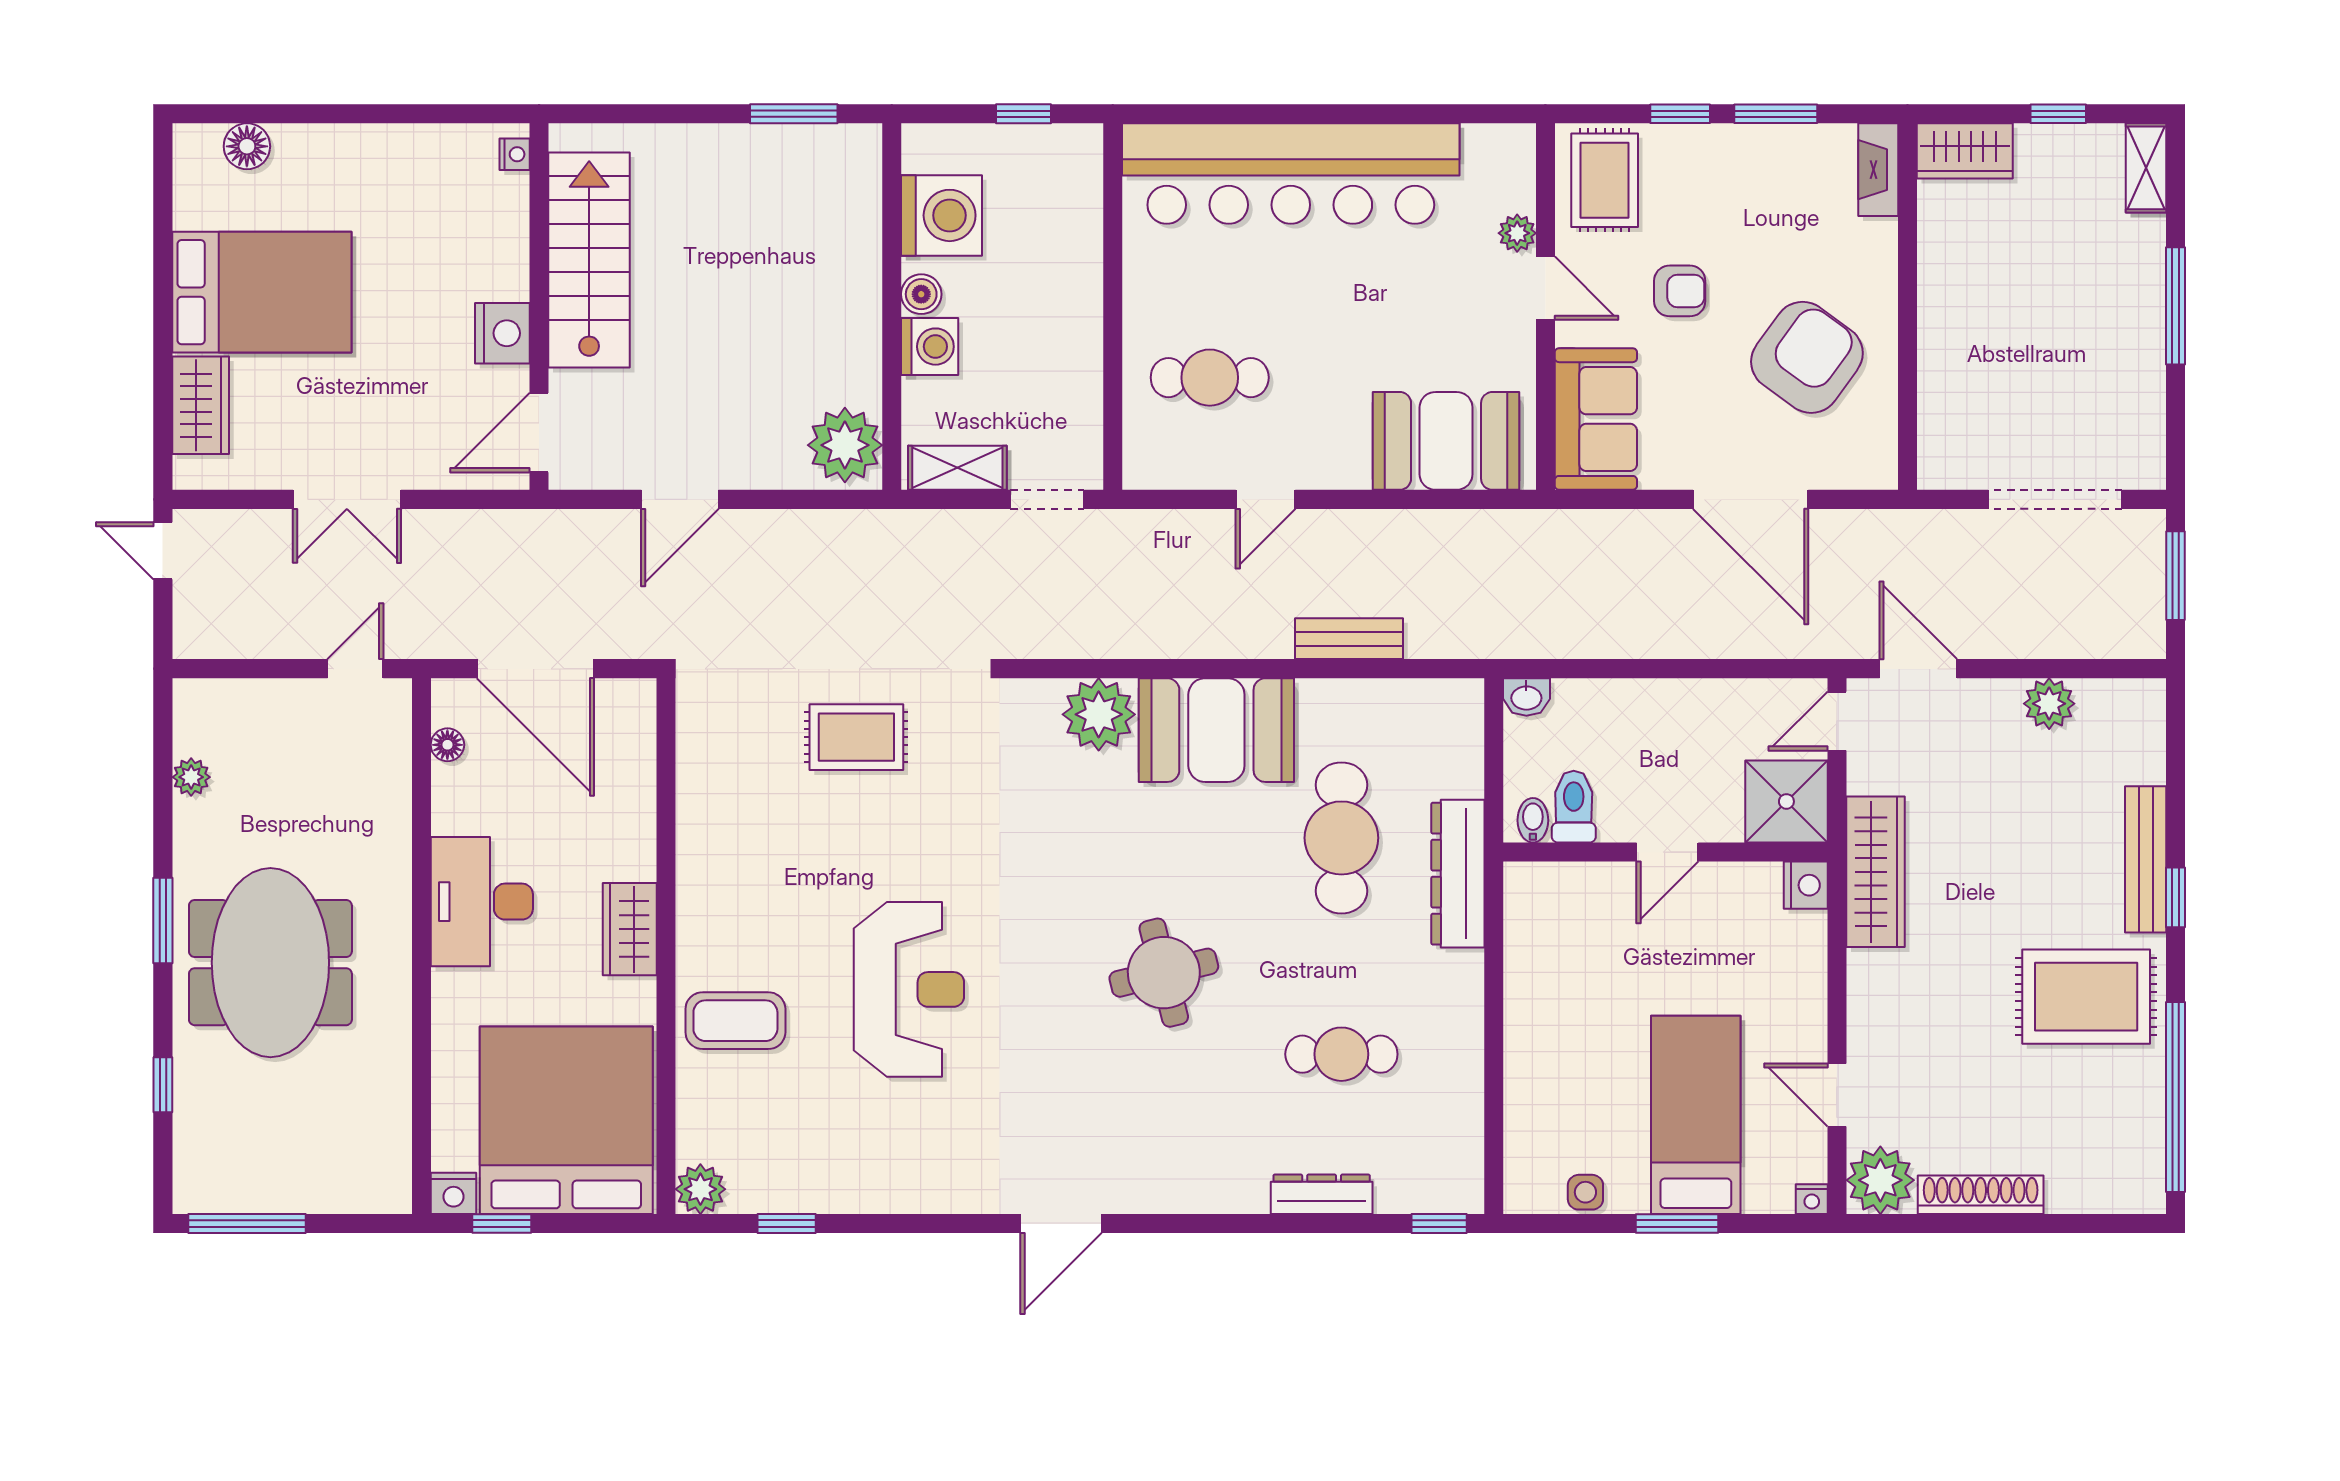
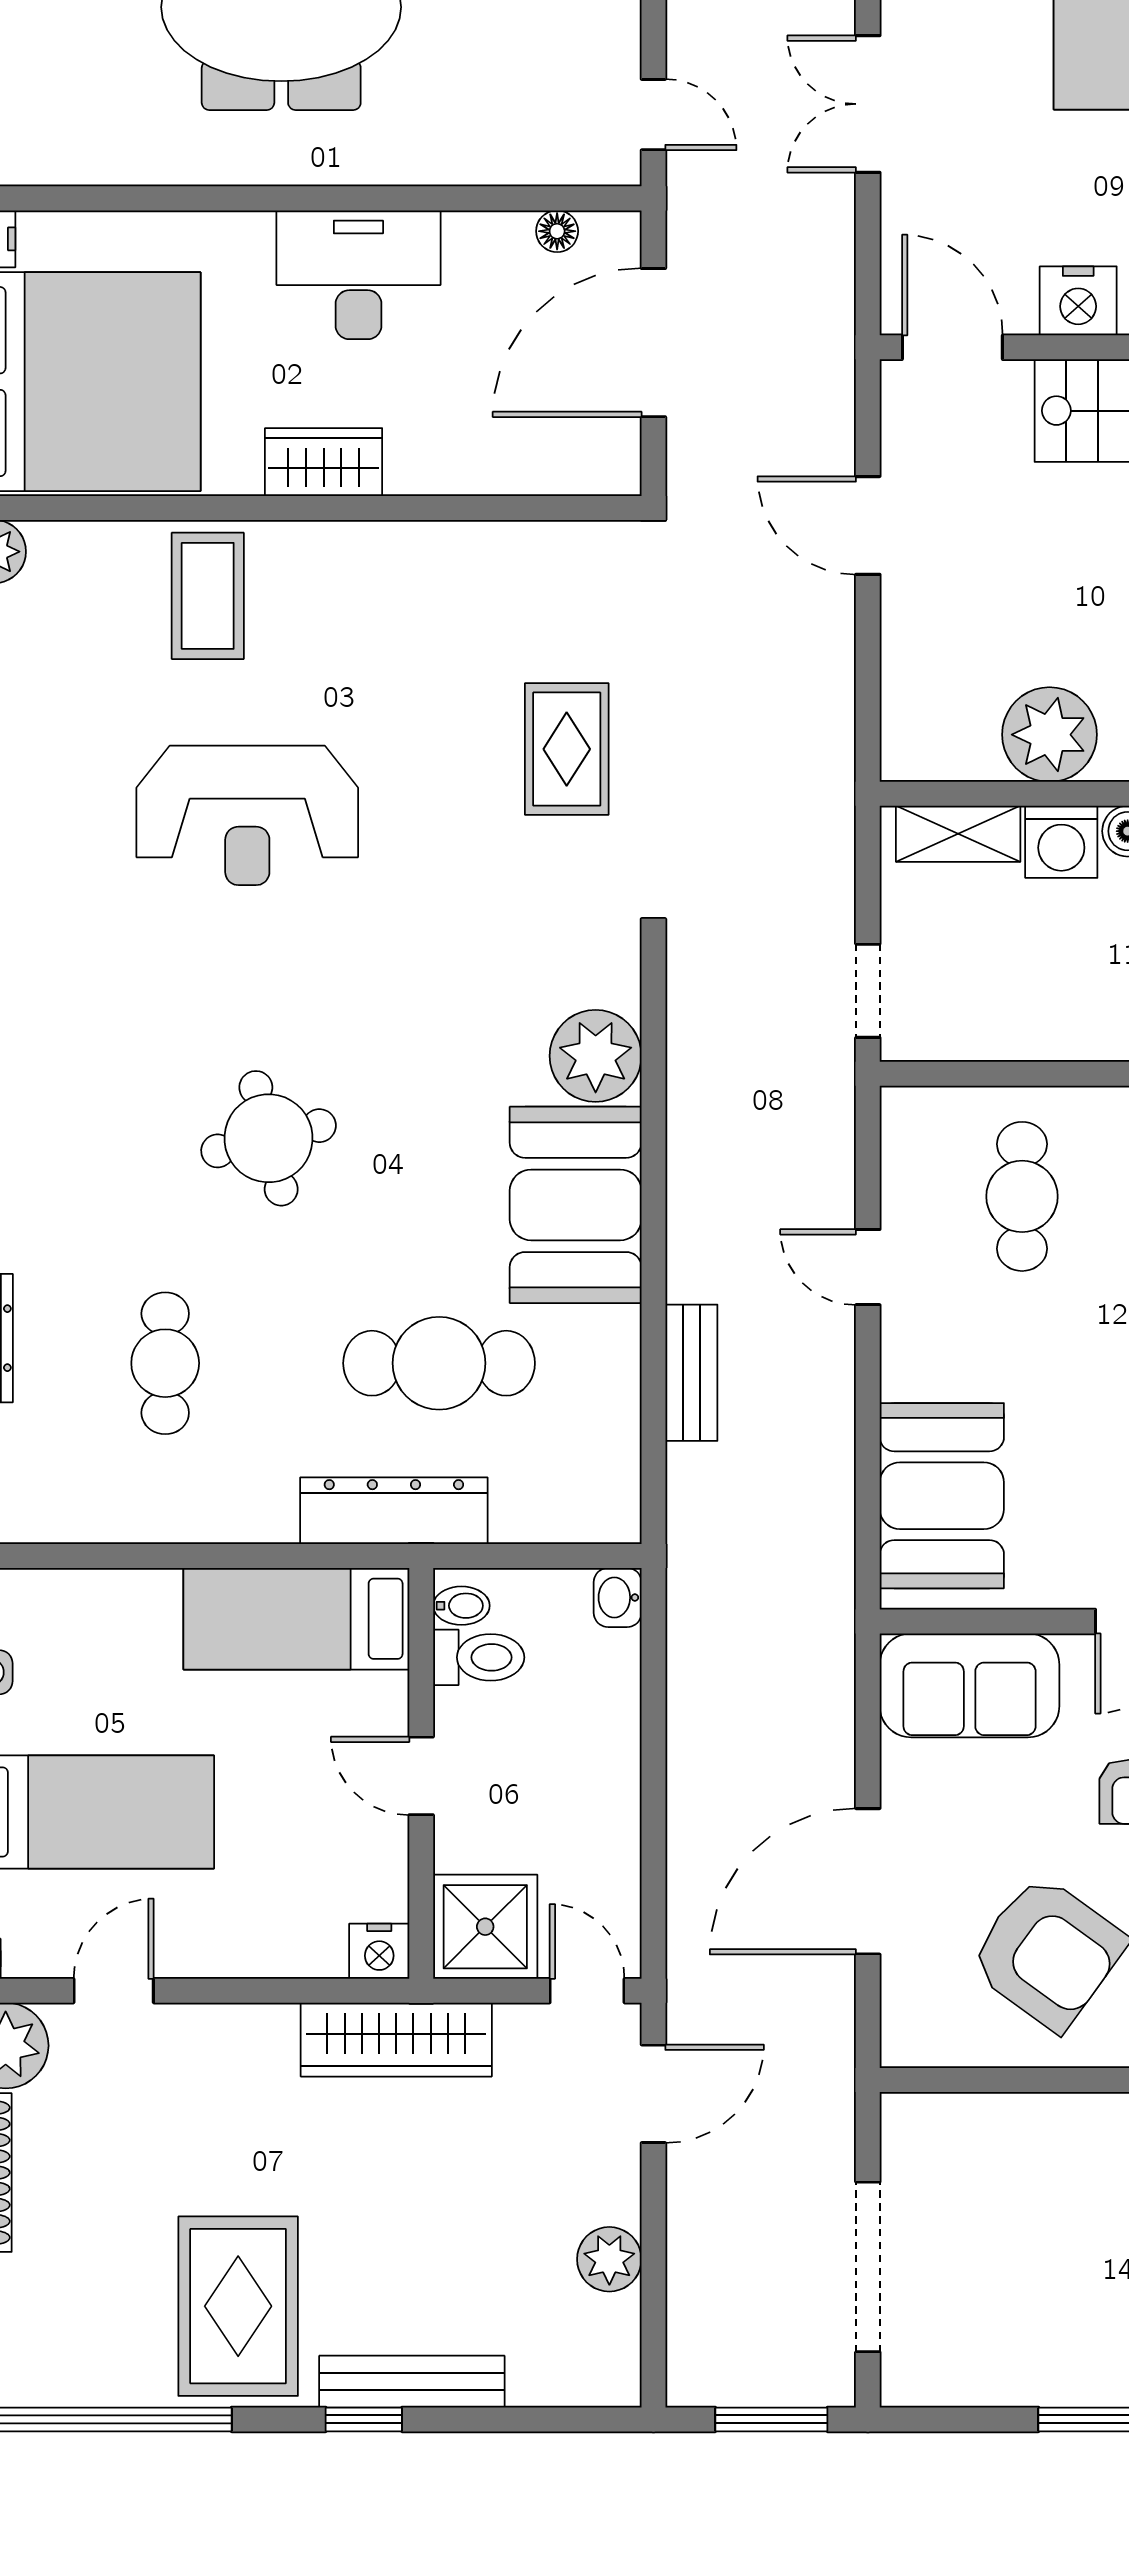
plant: (845, 445) -> (1049, 735), moved
shelving: (957, 468) -> (958, 834), moved, turned 90
bed: (1543, 951) -> (296, 1619), added

